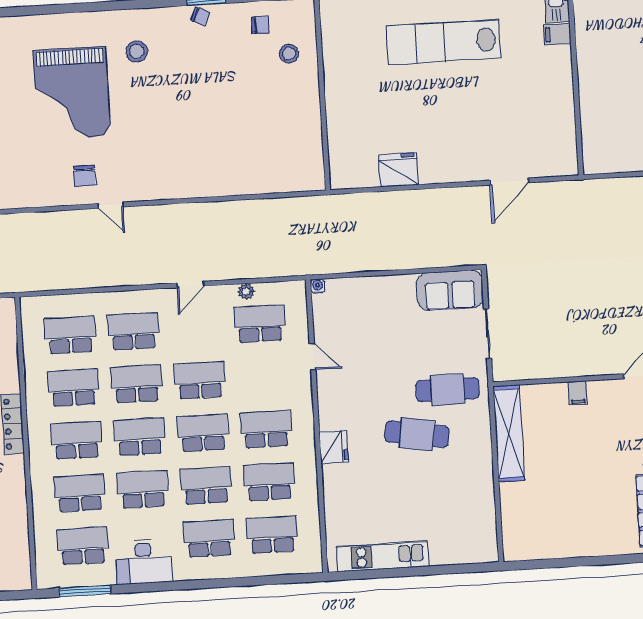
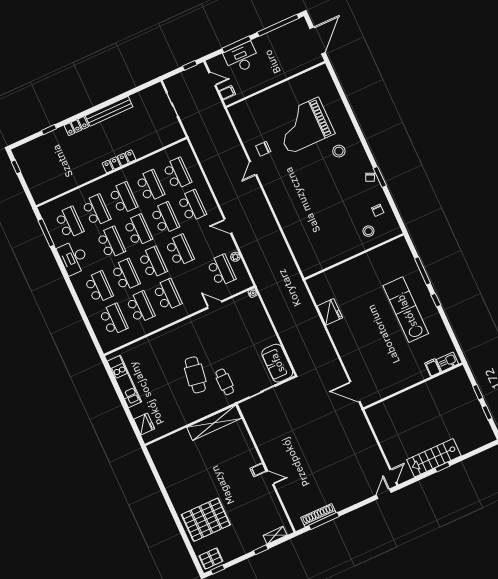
door: (509, 182) -> (355, 392), moved
door: (313, 357) -> (215, 305), swing flipped
cafe table: (447, 390) -> (225, 382), width x0.73, depth x0.74
filing cabinet: (578, 393) -> (258, 470), moved
fridge: (334, 447) -> (144, 424), moved, turned -90

